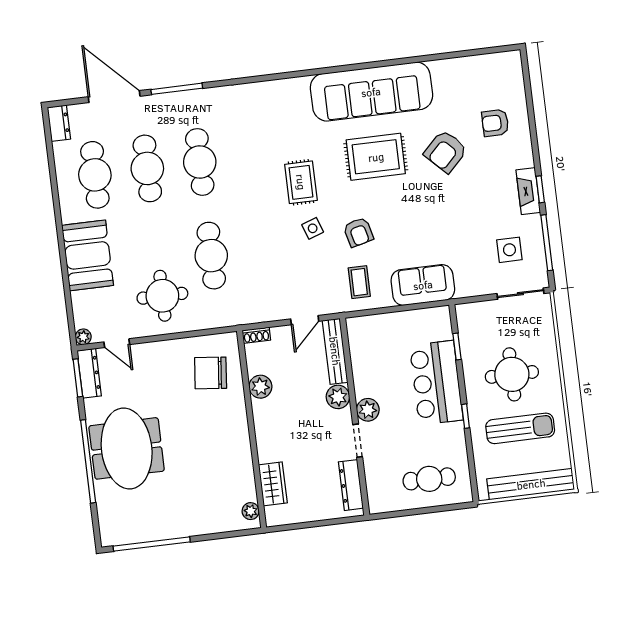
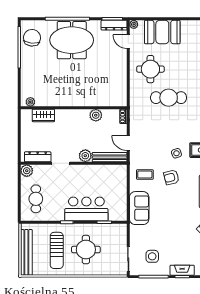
booth: (88, 255) -> (162, 32), moved
door: (117, 343) -> (128, 42), hinge flipped
chair: (211, 373) -> (32, 38), moved
plant: (368, 410) -> (27, 171), moved

